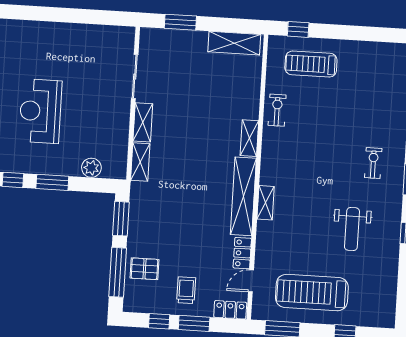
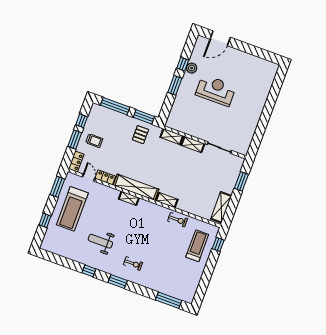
plant: (91, 168) -> (192, 68), moved
pallet: (144, 269) -> (140, 135), moved
treadmill: (312, 293) -> (72, 209), turned 180

